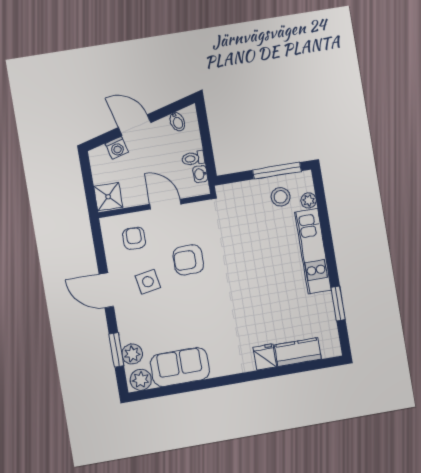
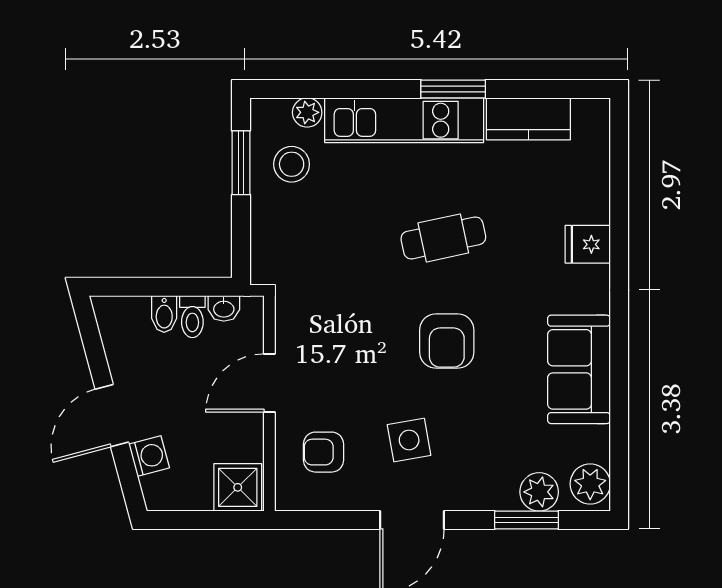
bidet: (177, 122) -> (164, 314), moved, turned 105
window: (277, 171) -> (241, 163), width x0.69
armchair: (188, 260) -> (447, 341), moved
cafe table: (256, 282) -> (443, 238), added
window: (338, 303) -> (453, 89), moved
kitchen counter: (298, 352) -> (528, 119), moved, turned -90
sofa: (180, 367) -> (579, 369), moved

